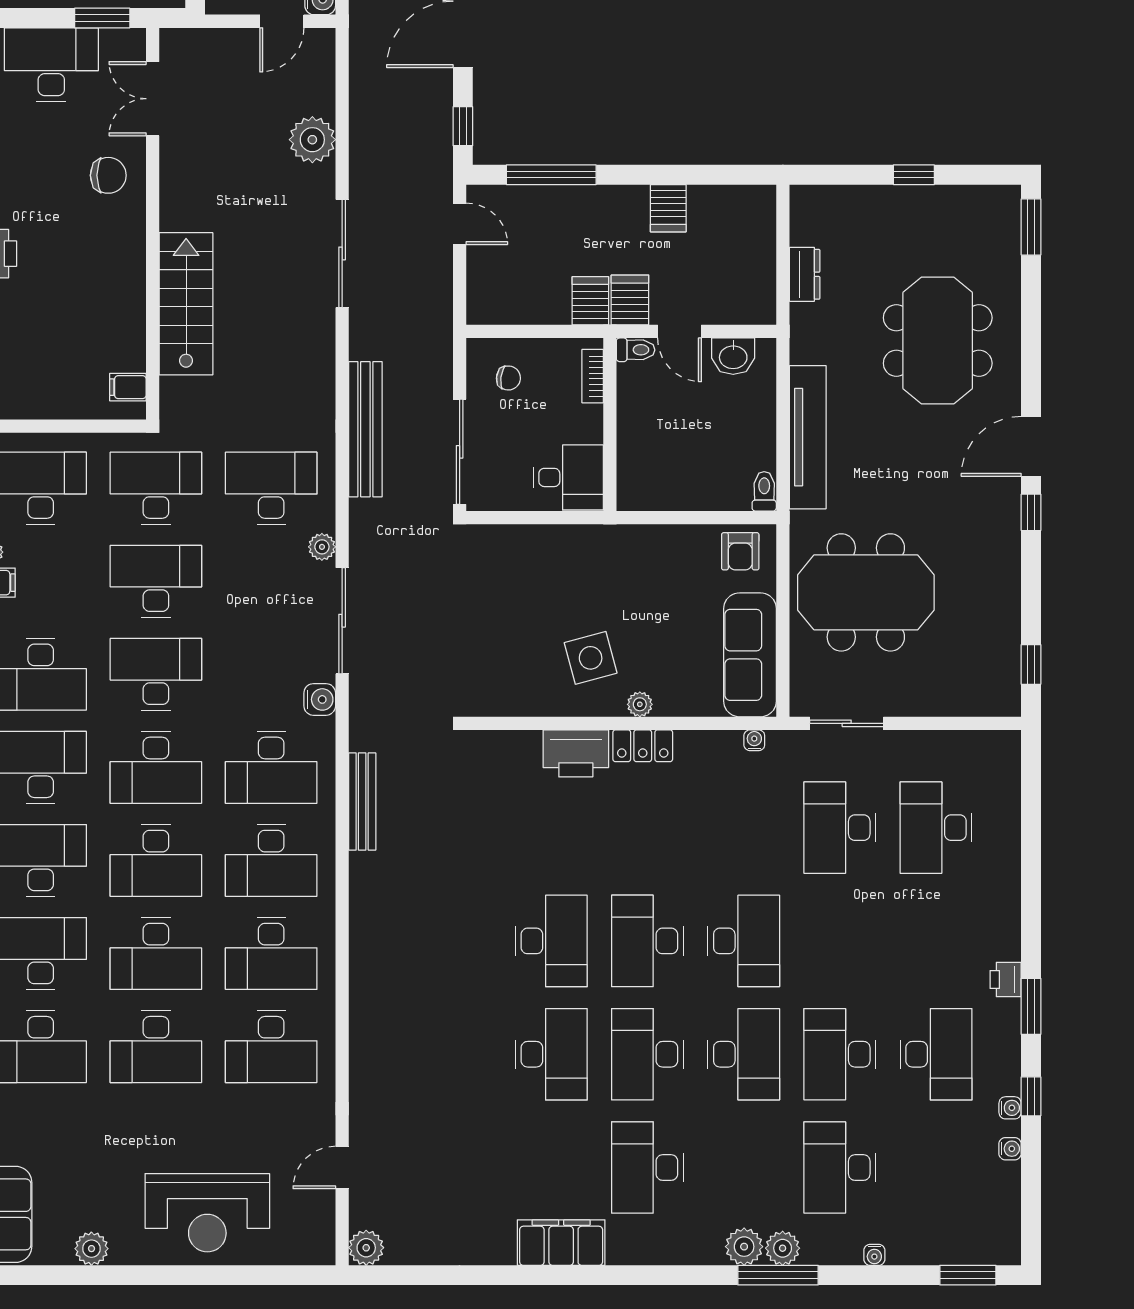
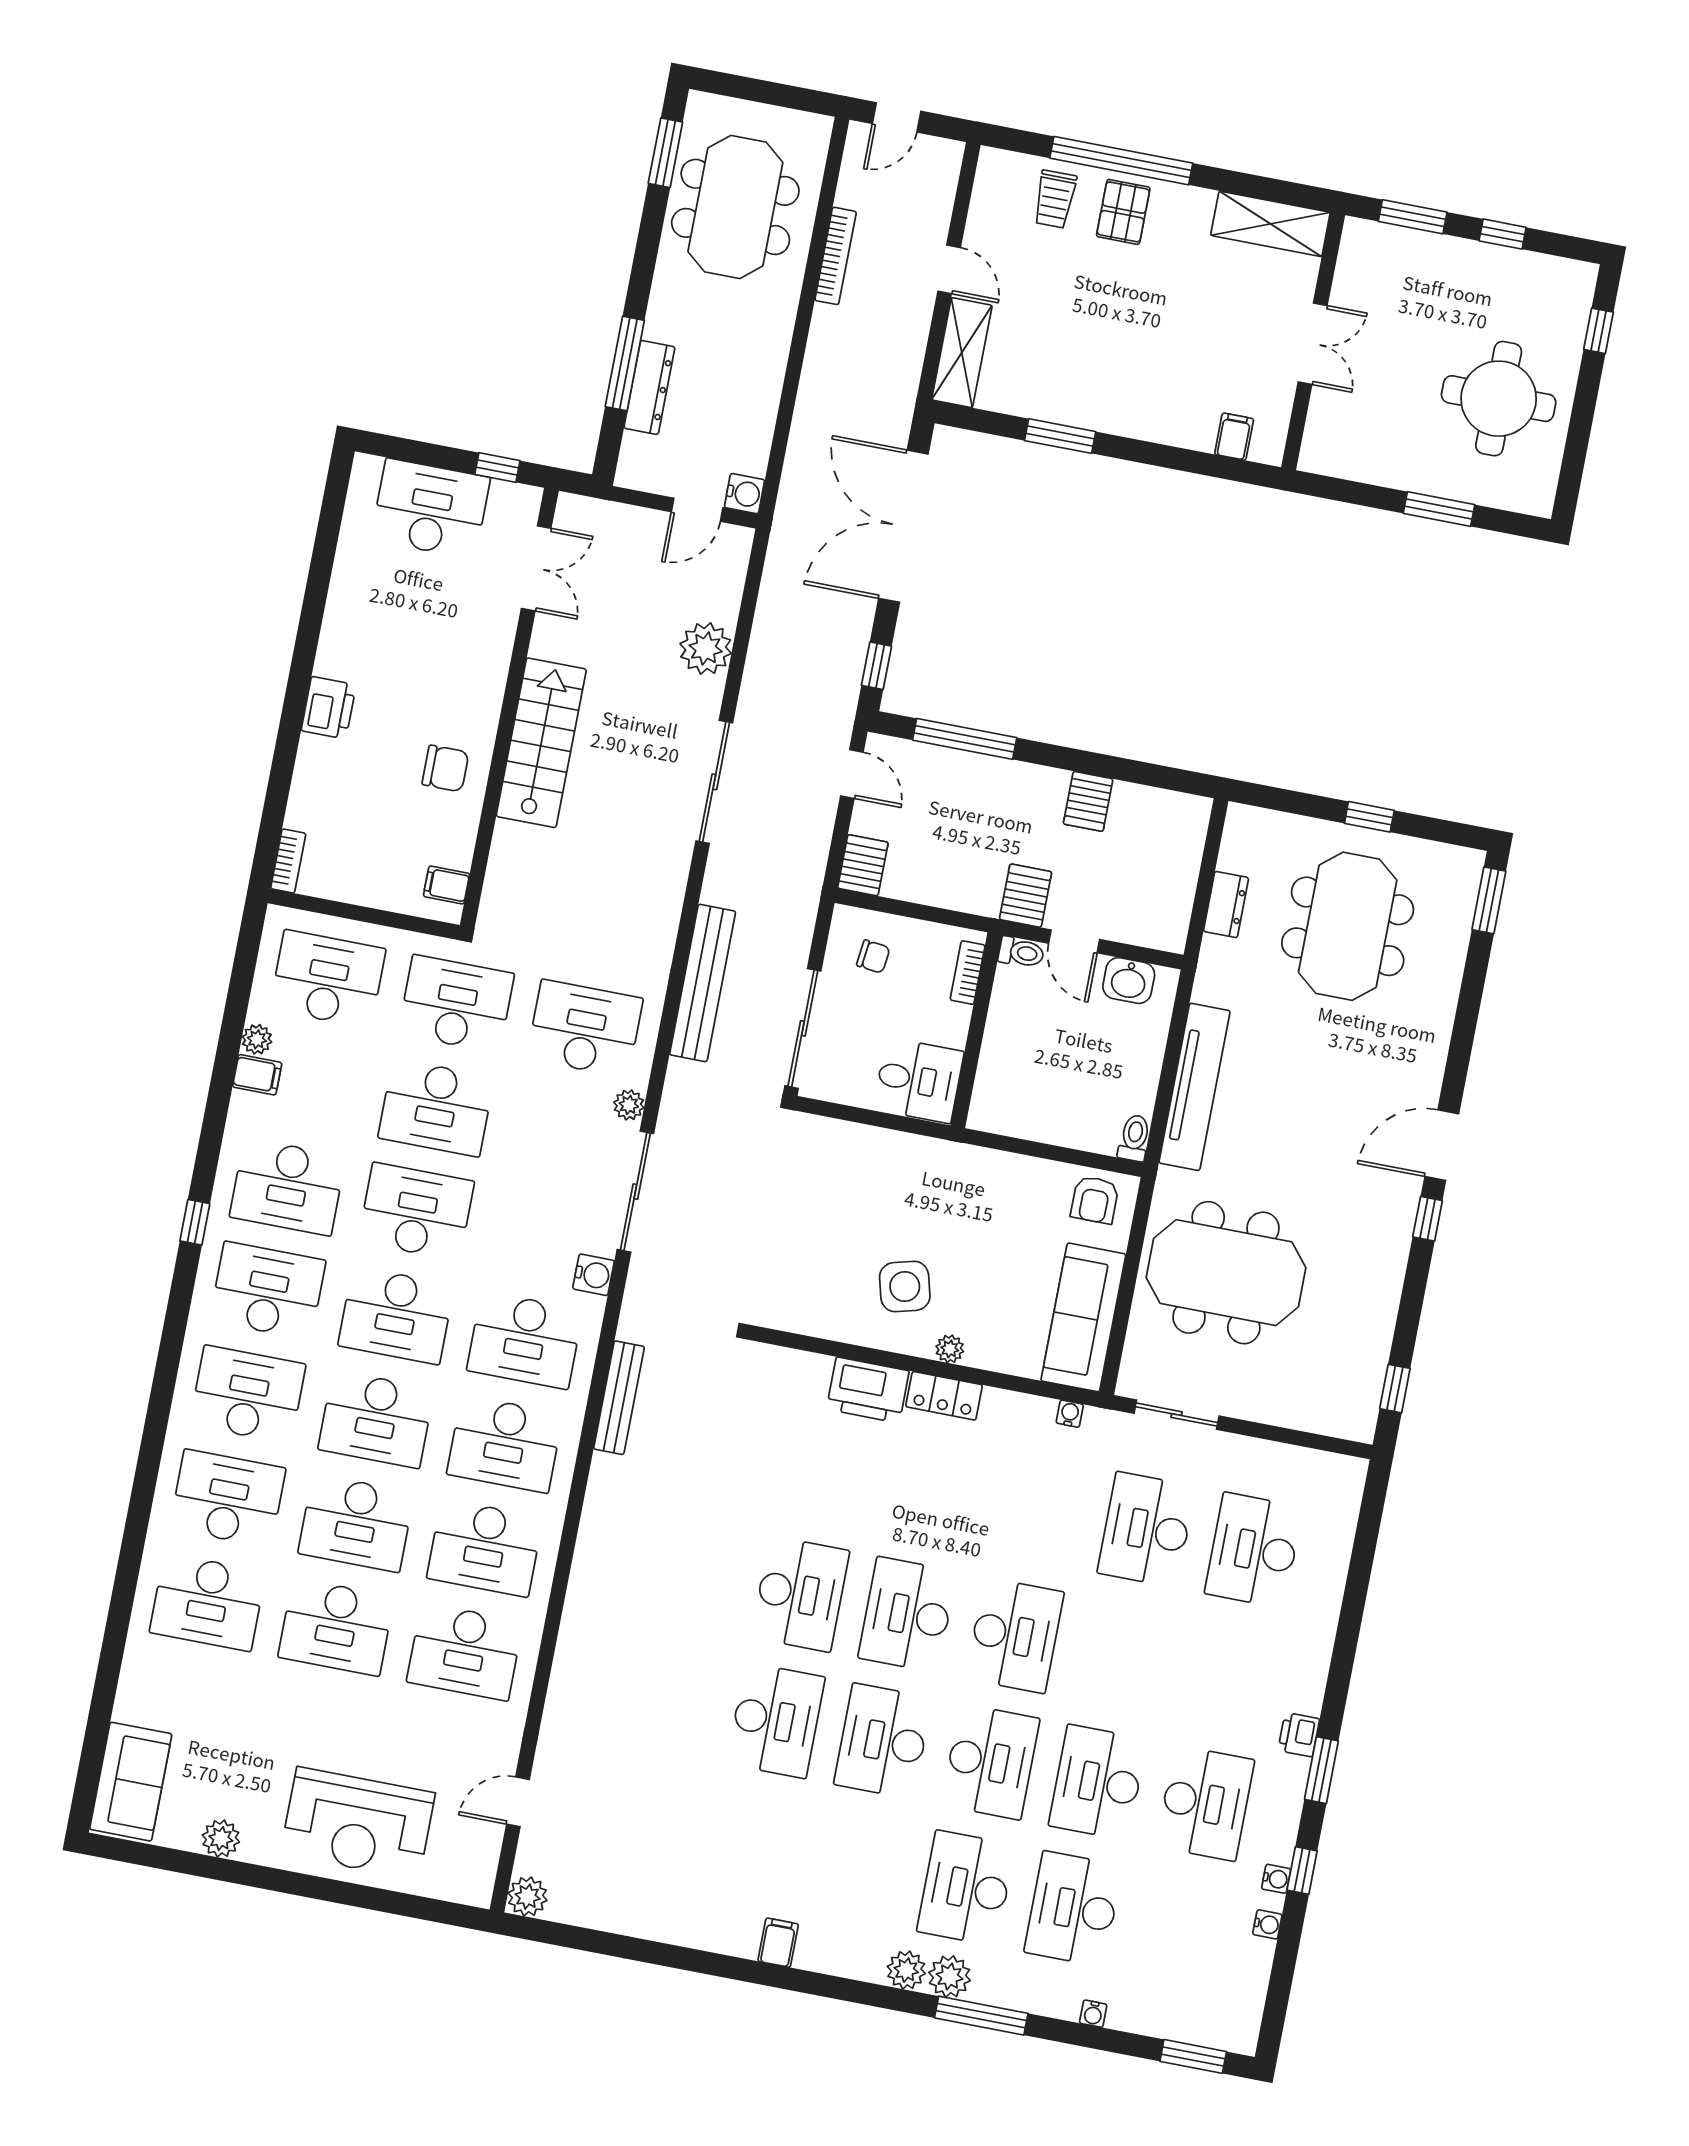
window: (102, 18) -> (497, 468), width x0.67
double door: (153, 99) -> (536, 568), swing flipped
chair: (108, 175) -> (445, 768), moved
server rack: (590, 301) -> (863, 865), moved
stairs: (186, 304) -> (541, 743), moved
meeting table: (938, 340) -> (1348, 926), moved
desk: (156, 581) -> (436, 1108), turned 180
desk: (647, 1168) -> (966, 1888), moved
filing cabinet: (561, 1243) -> (778, 1943), width x0.33, depth x0.86
plant: (783, 1248) -> (906, 1970), moved

